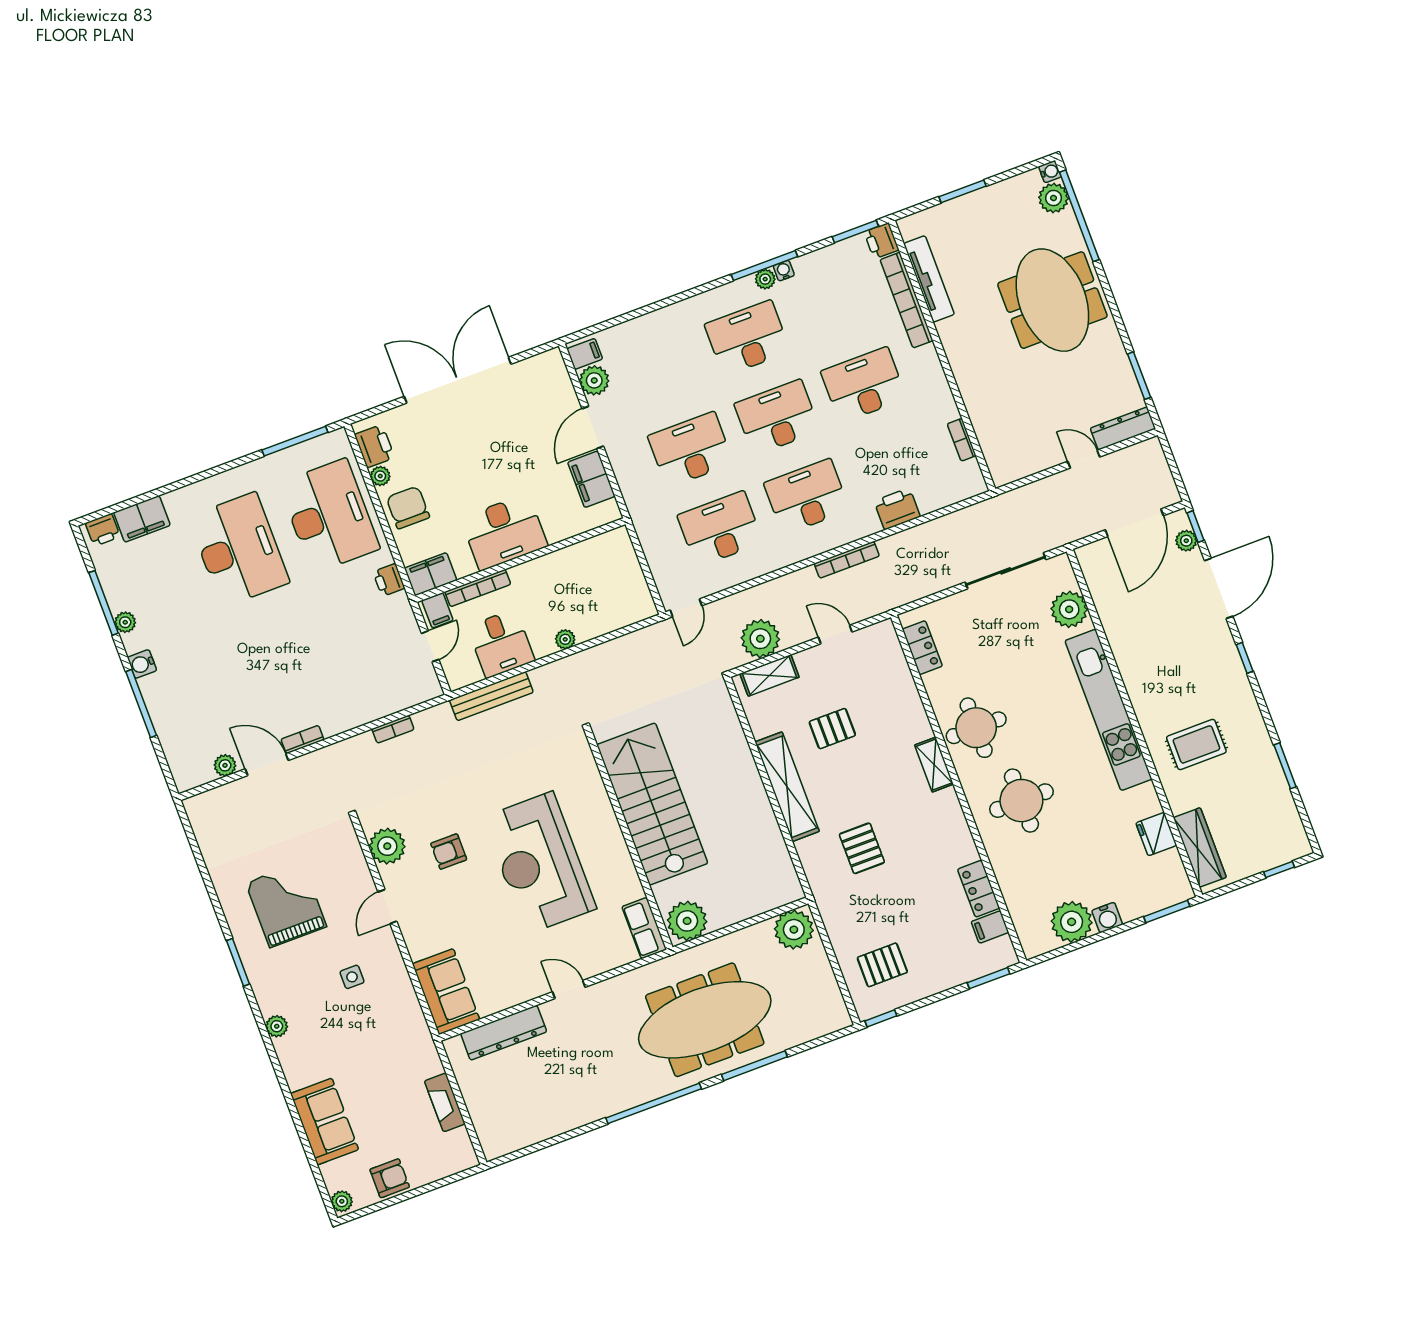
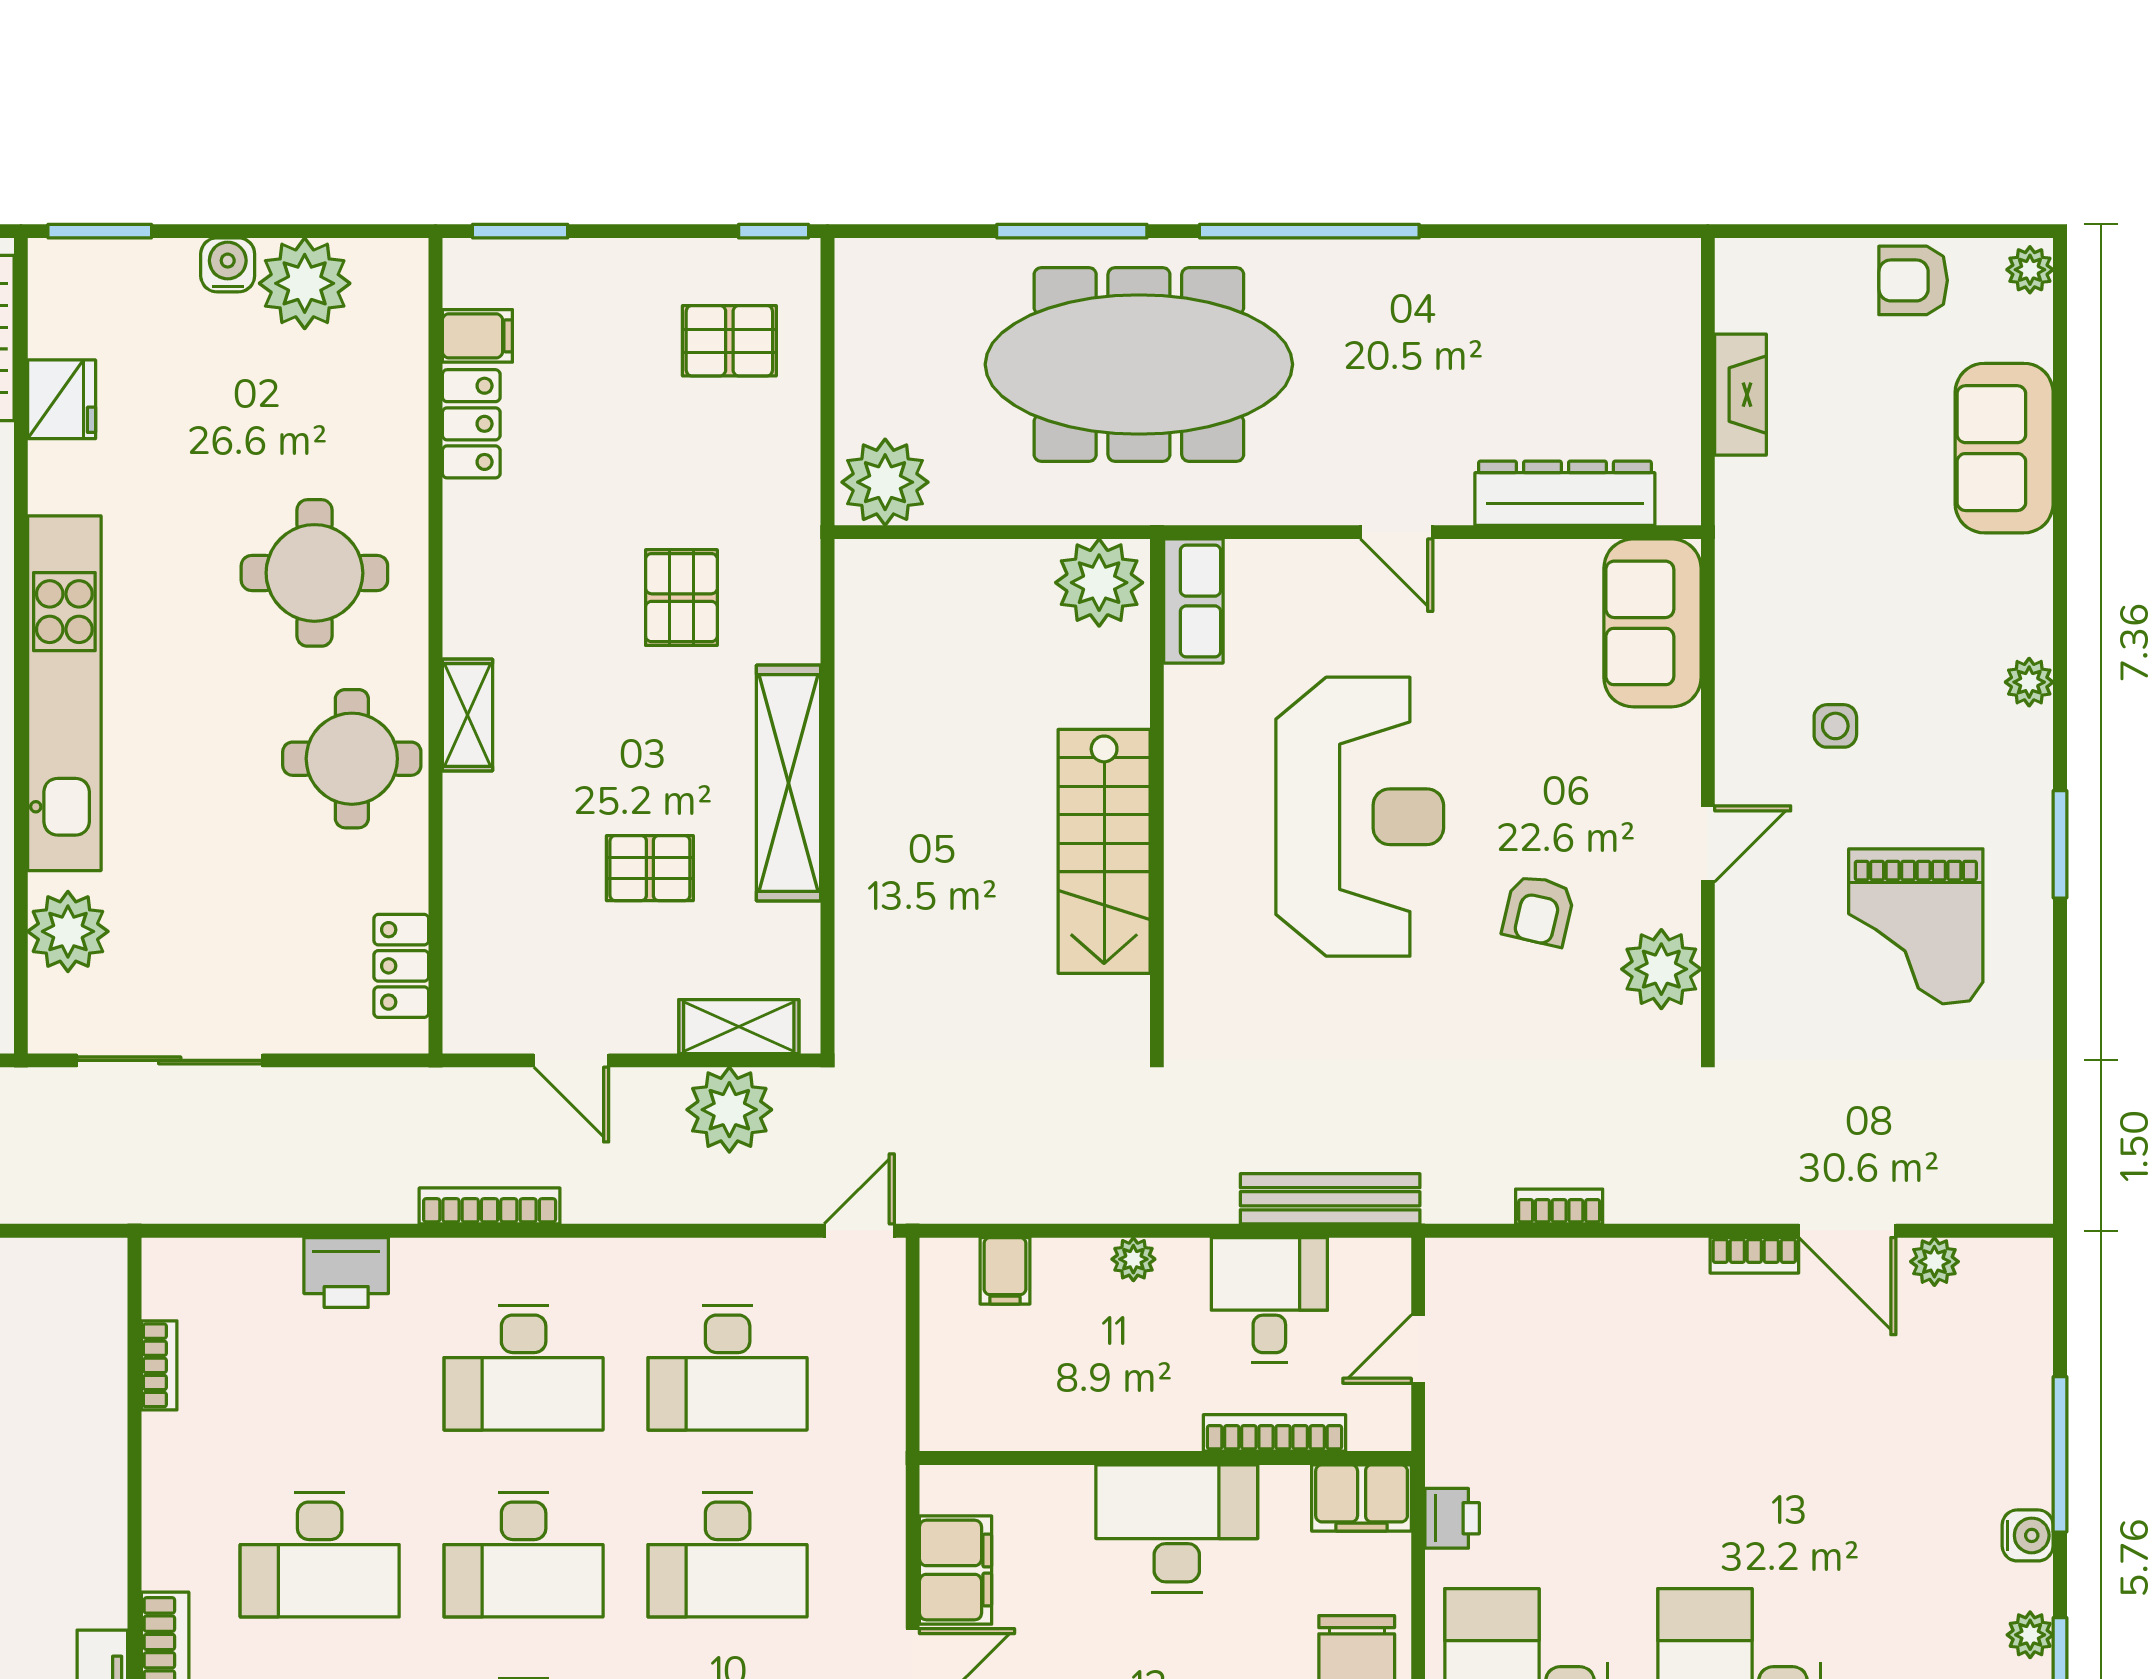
filing cabinet: (437, 610) -> (1005, 1271), moved, turned 180
stairs: (652, 804) -> (1104, 851), width x0.73, depth x0.66
armchair: (449, 852) -> (1538, 910), turned 103

